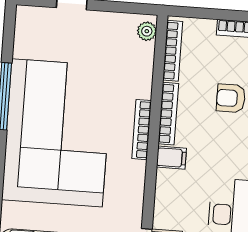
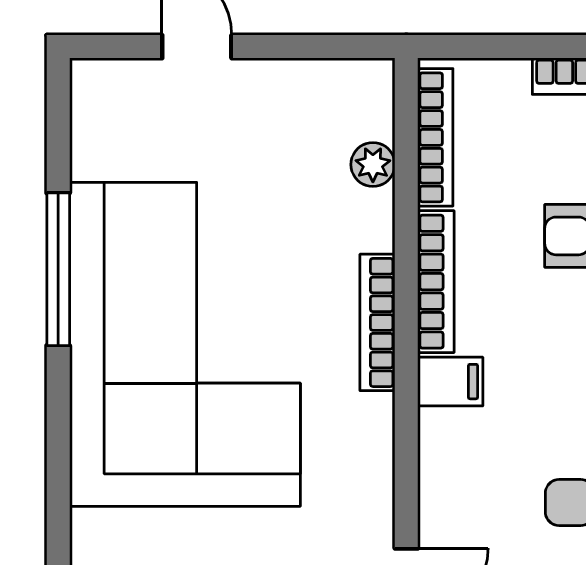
plant: (147, 31) -> (373, 165), moved

